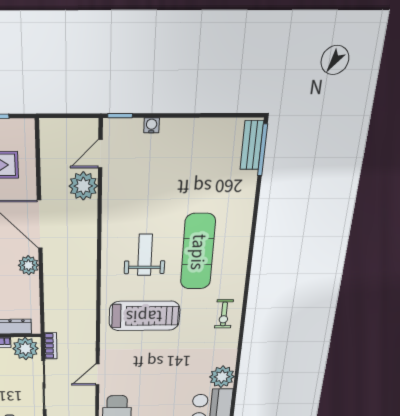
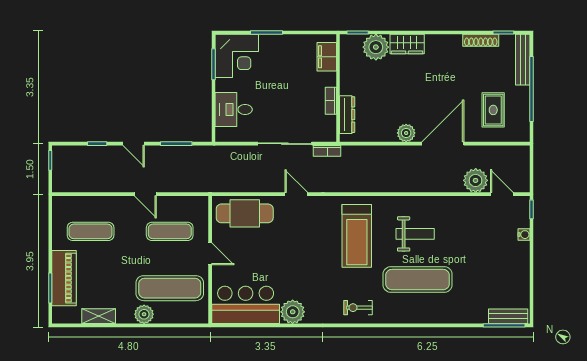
plant: (25, 349) -> (324, 128), removed

